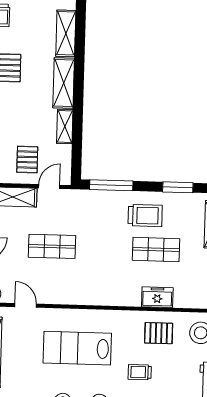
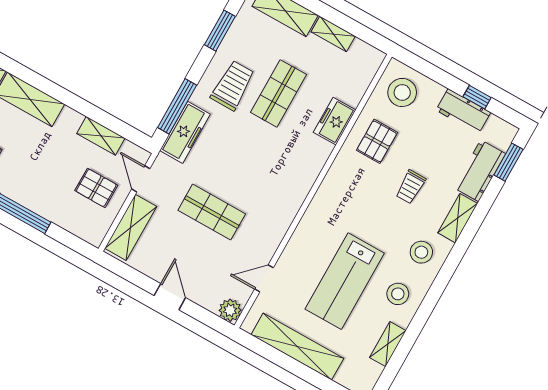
shelving: (65, 126) -> (101, 136), moved
freezer: (96, 200) -> (185, 132), added
shop shelf: (52, 246) -> (212, 212), turned 90
lab bench: (77, 348) -> (345, 281), moved

